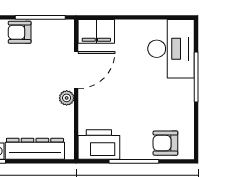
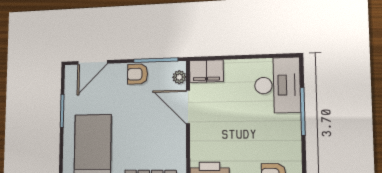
door: (76, 70) -> (188, 107), swing flipped
plant: (67, 98) -> (179, 77), moved

